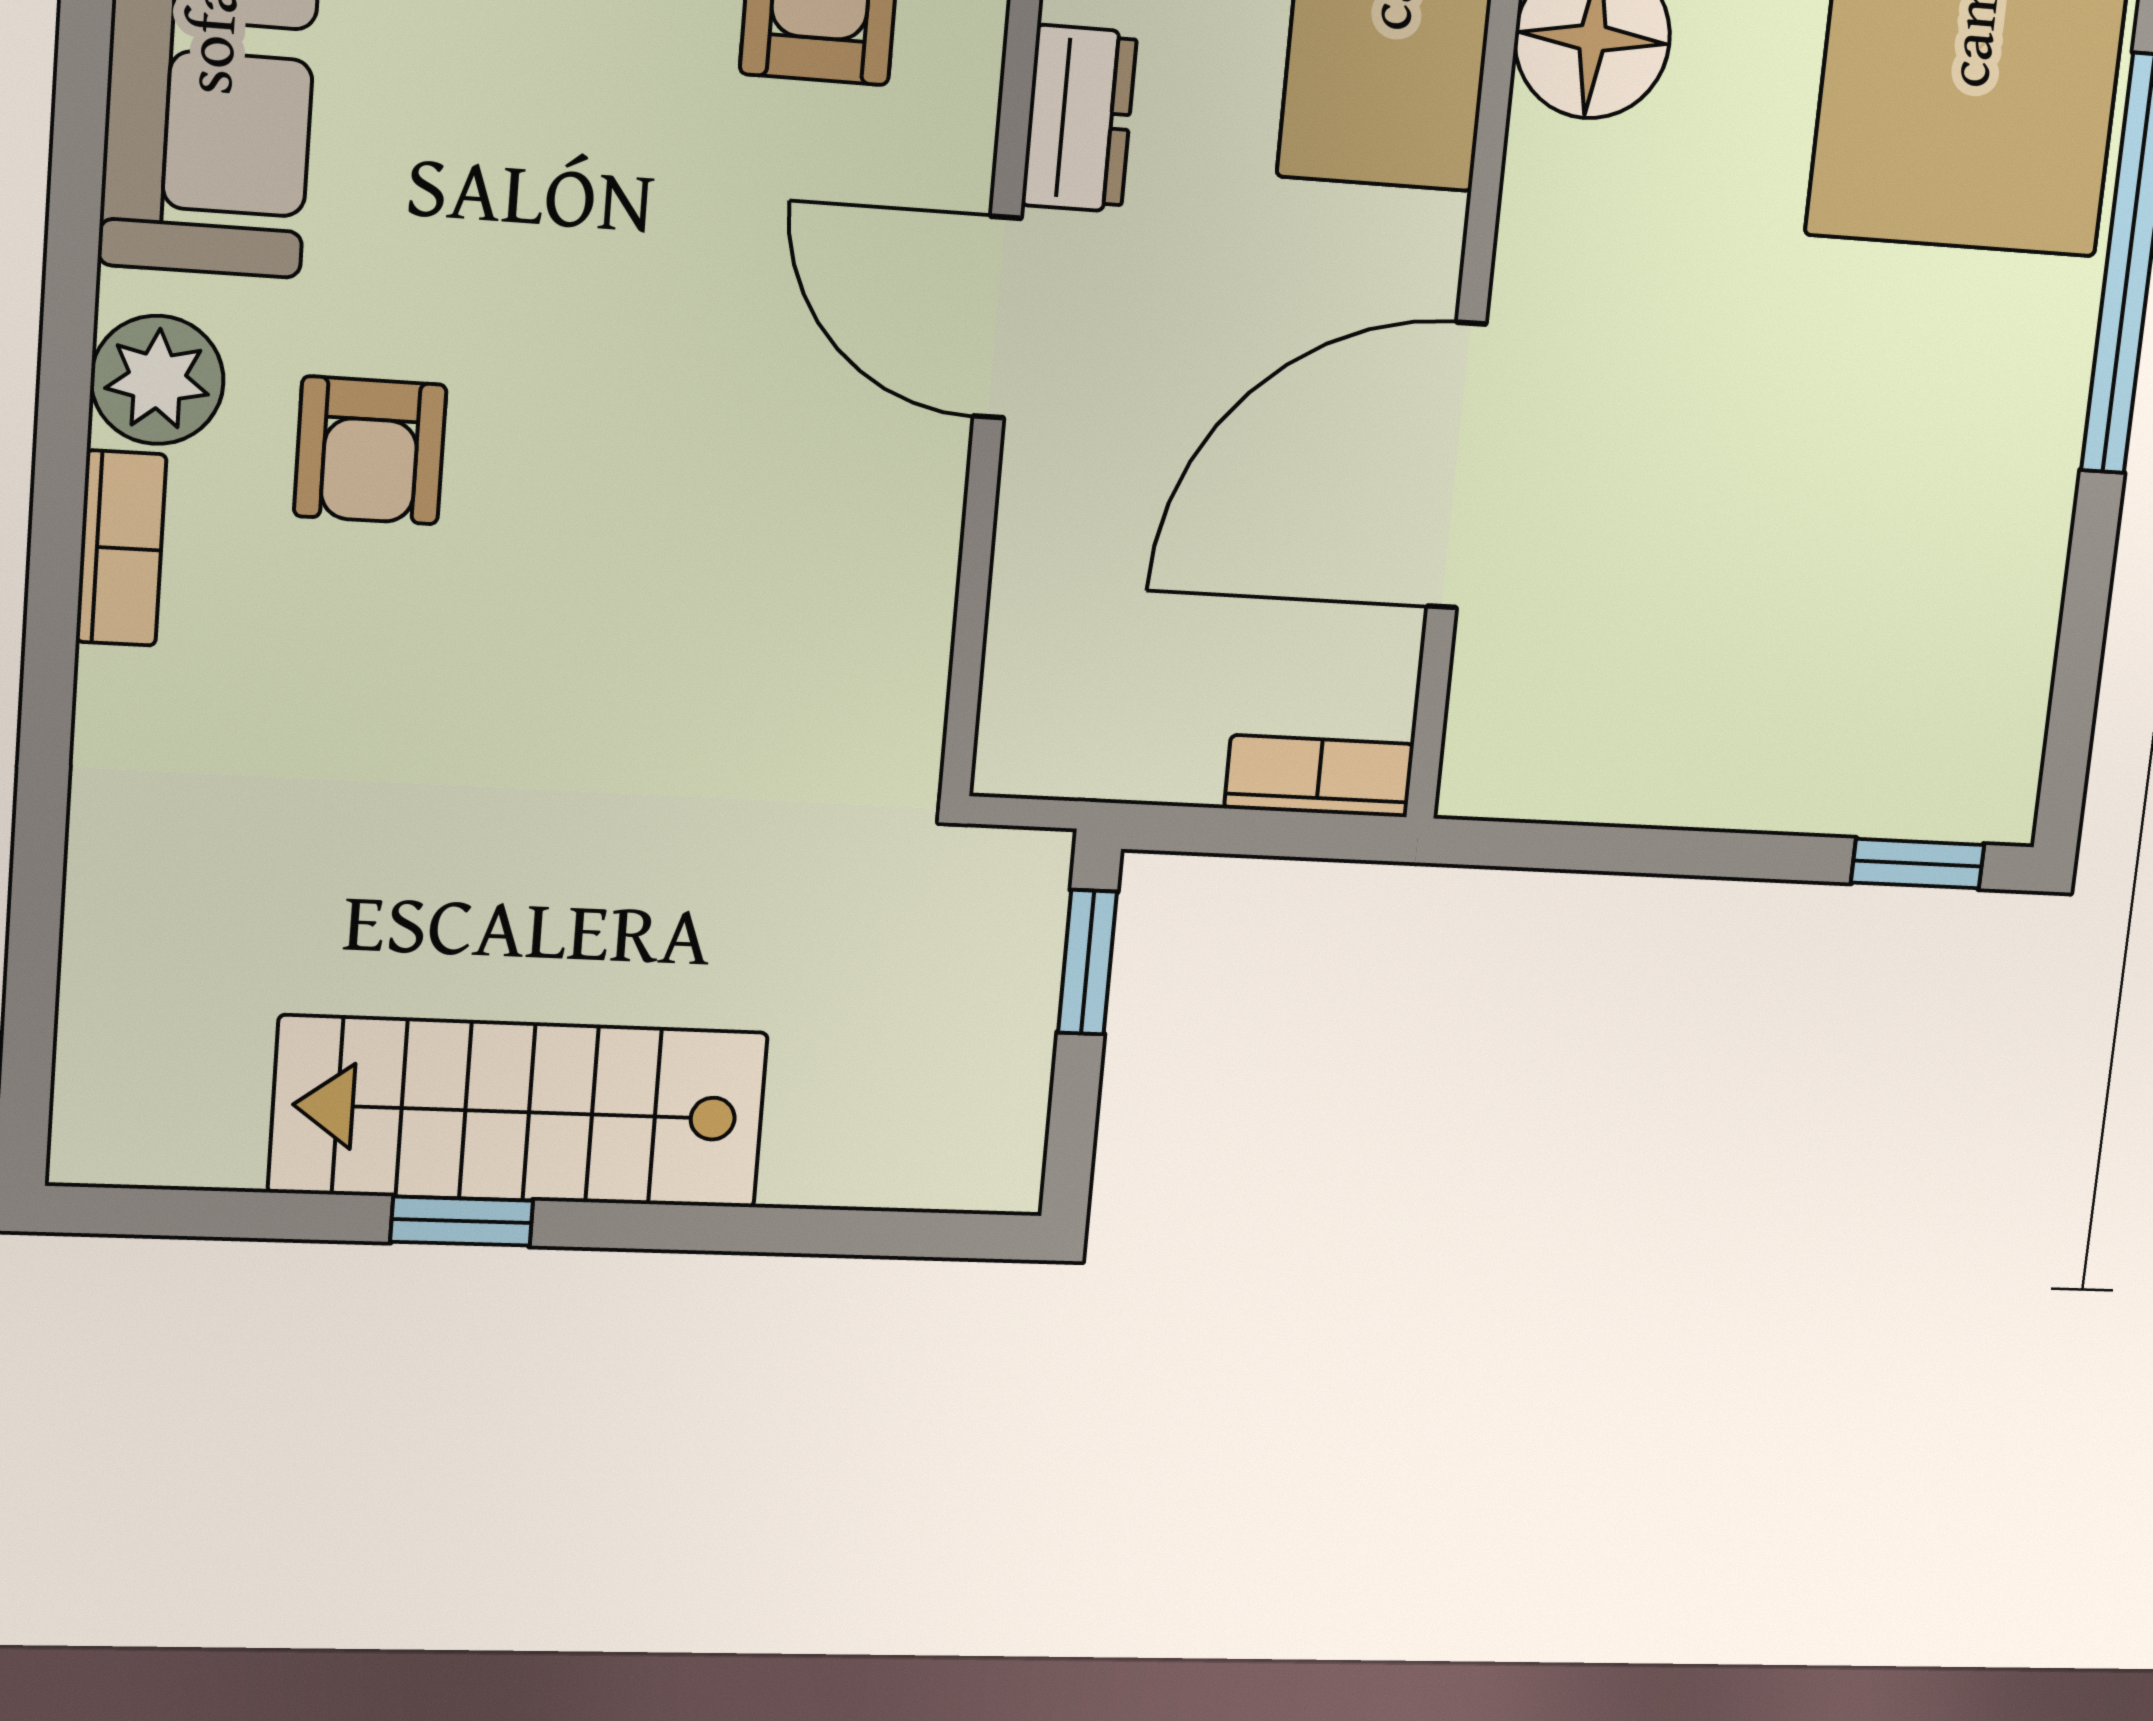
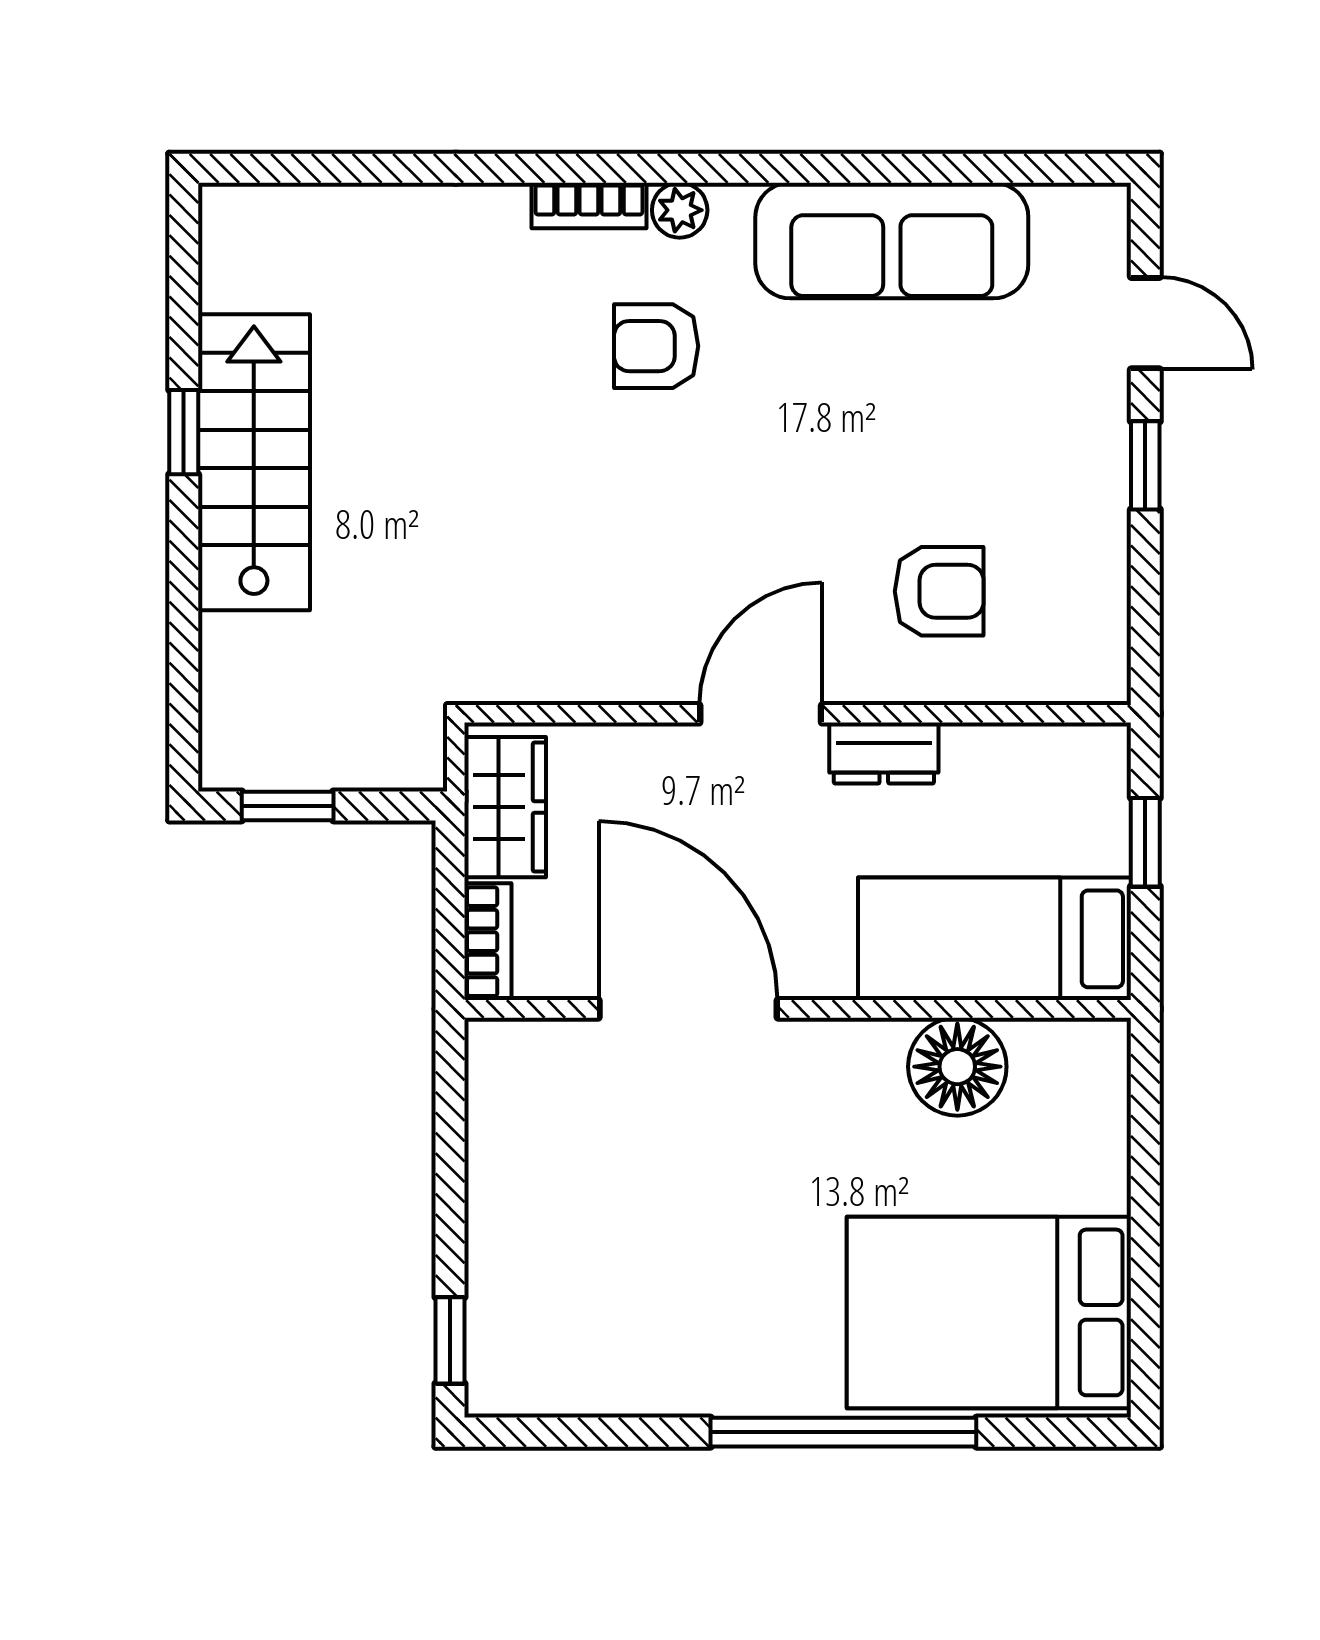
plant: (157, 380) -> (680, 210), width x0.73, depth x0.73
wardrobe: (1110, 738) -> (505, 807), added
window: (1087, 962) -> (288, 806), moved

